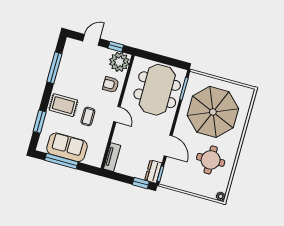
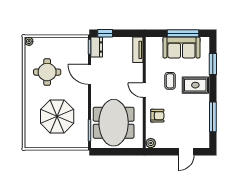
window: (116, 47) -> (162, 152), removed
plant: (119, 62) -> (151, 143), width x0.53, depth x0.53
parasol: (213, 112) -> (57, 116), width x0.73, depth x0.73

